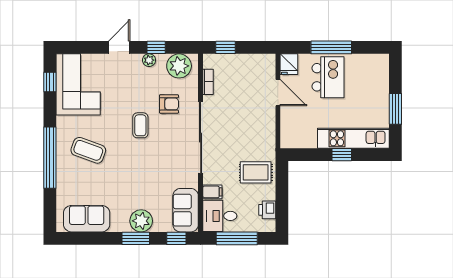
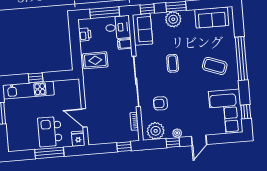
coffee table: (140, 125) -> (173, 63), moved

